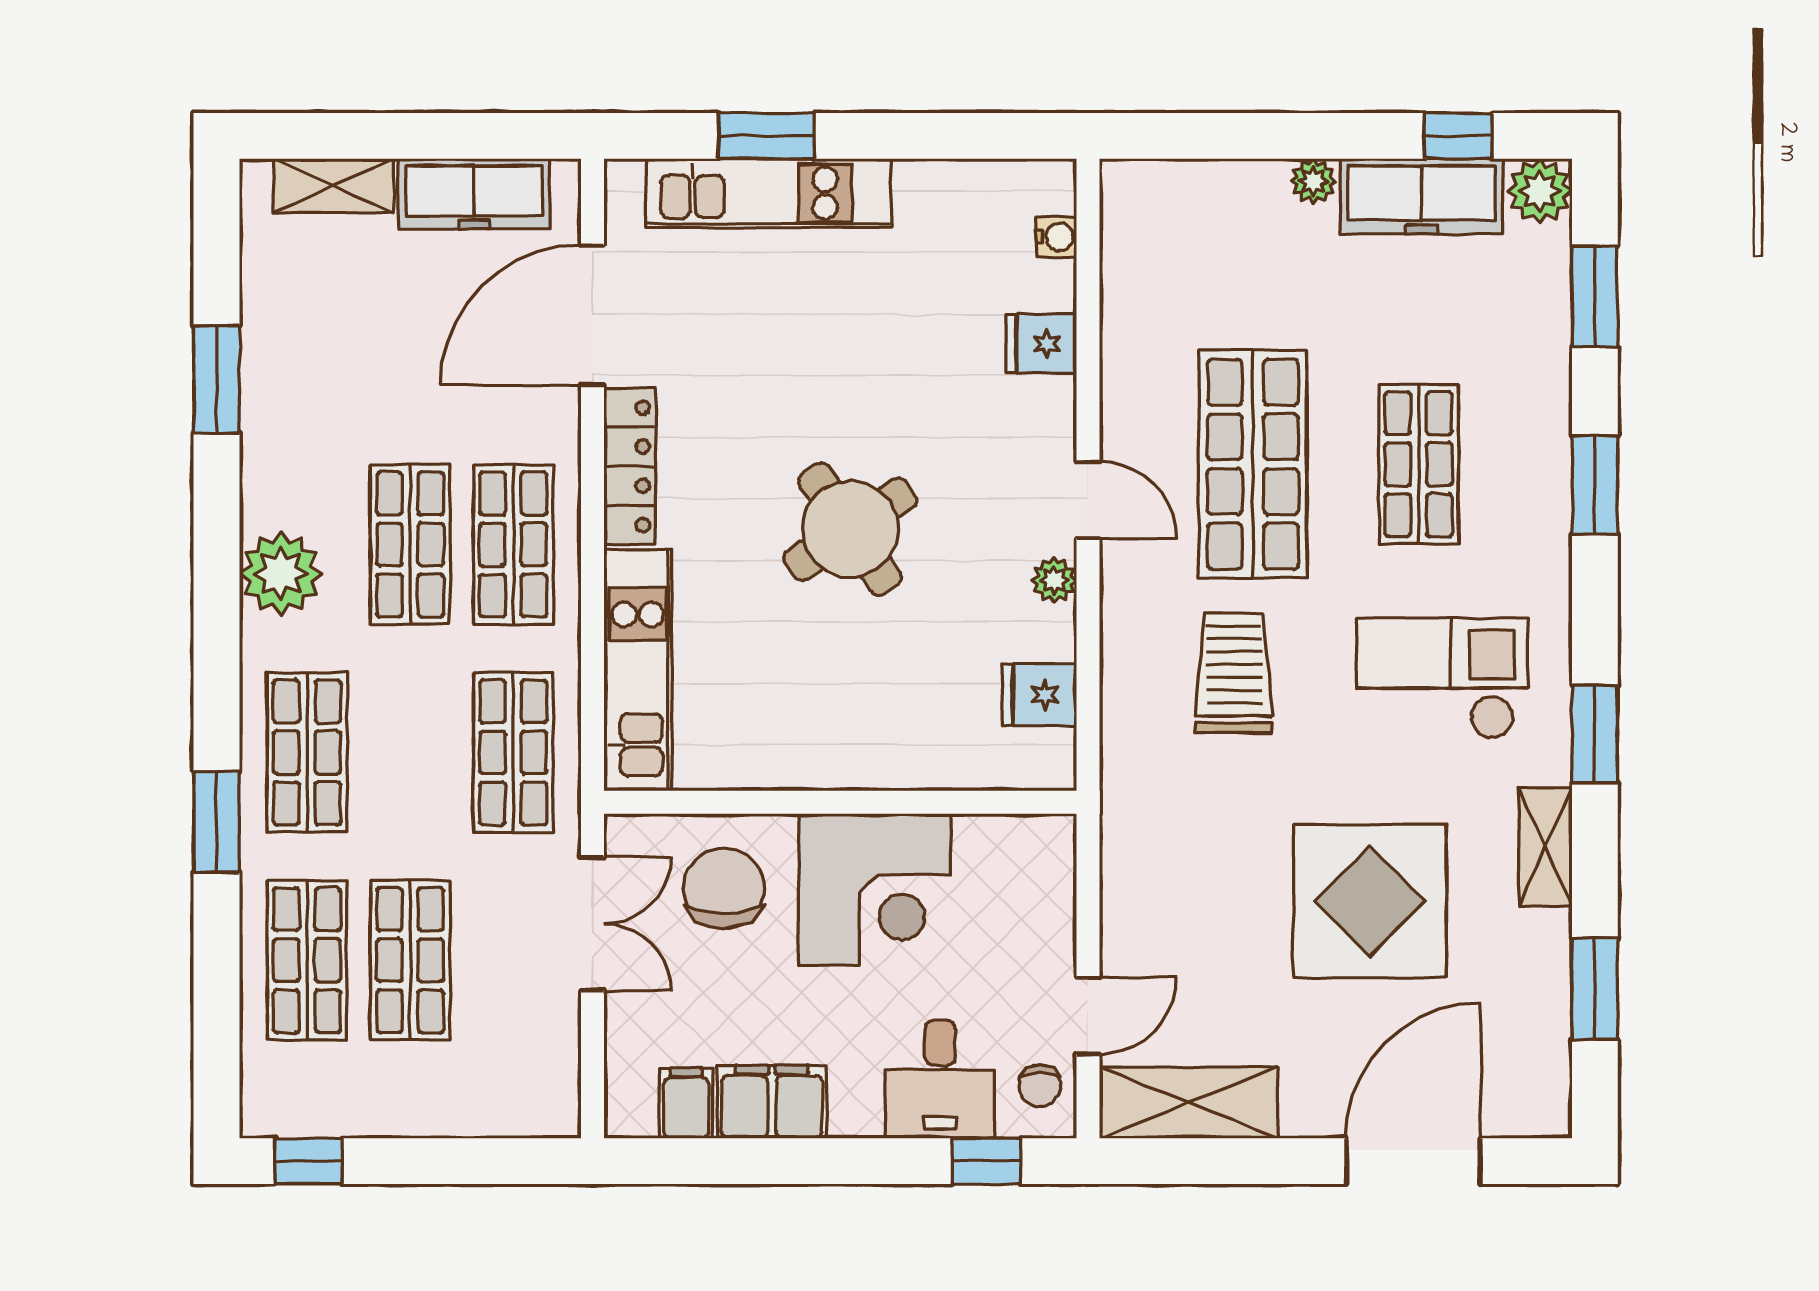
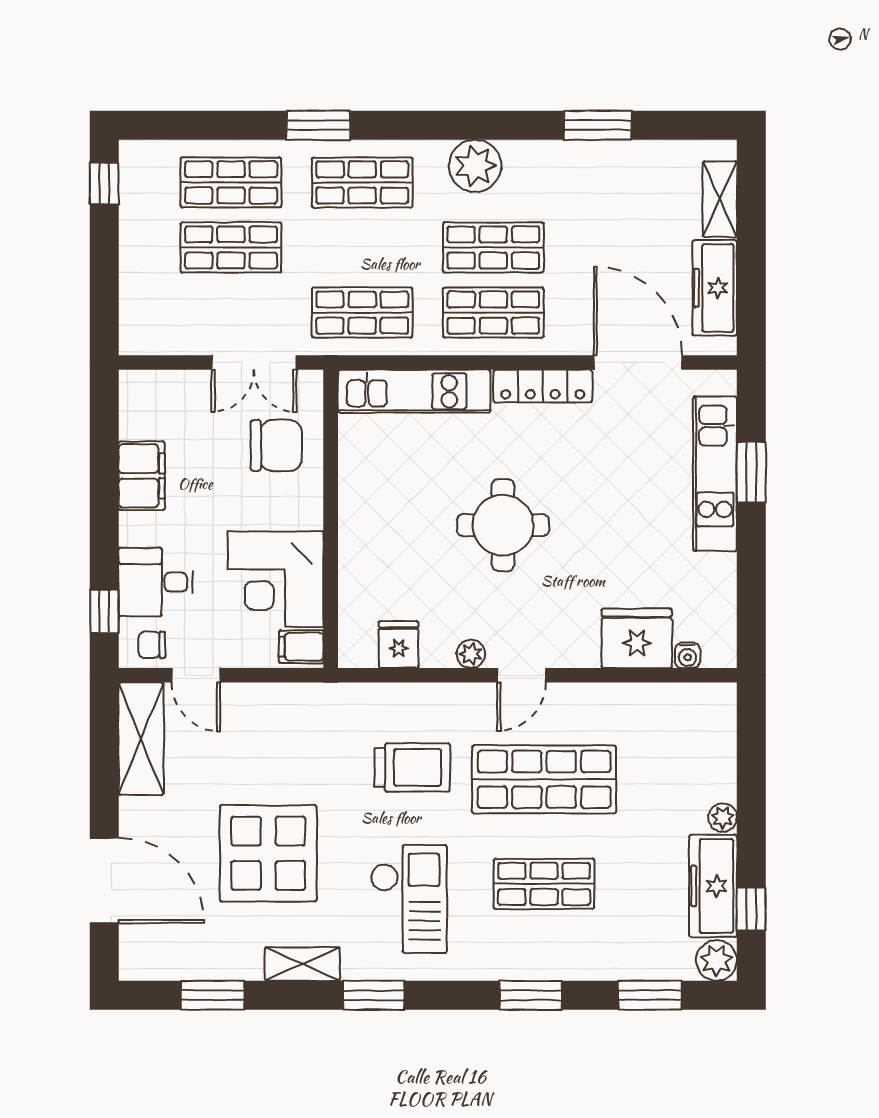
fridge: (1041, 343) -> (637, 638), width x1.88, depth x1.34
round table: (850, 529) -> (503, 525), turned 34
corner desk: (875, 890) -> (276, 579), moved
filing cabinet: (686, 1103) -> (301, 647), moved, turned 180

